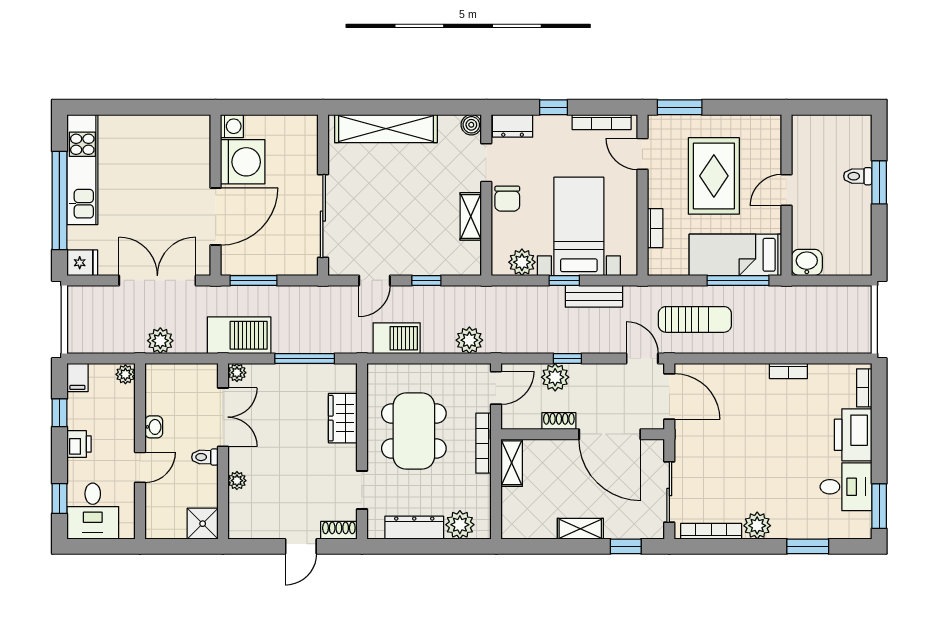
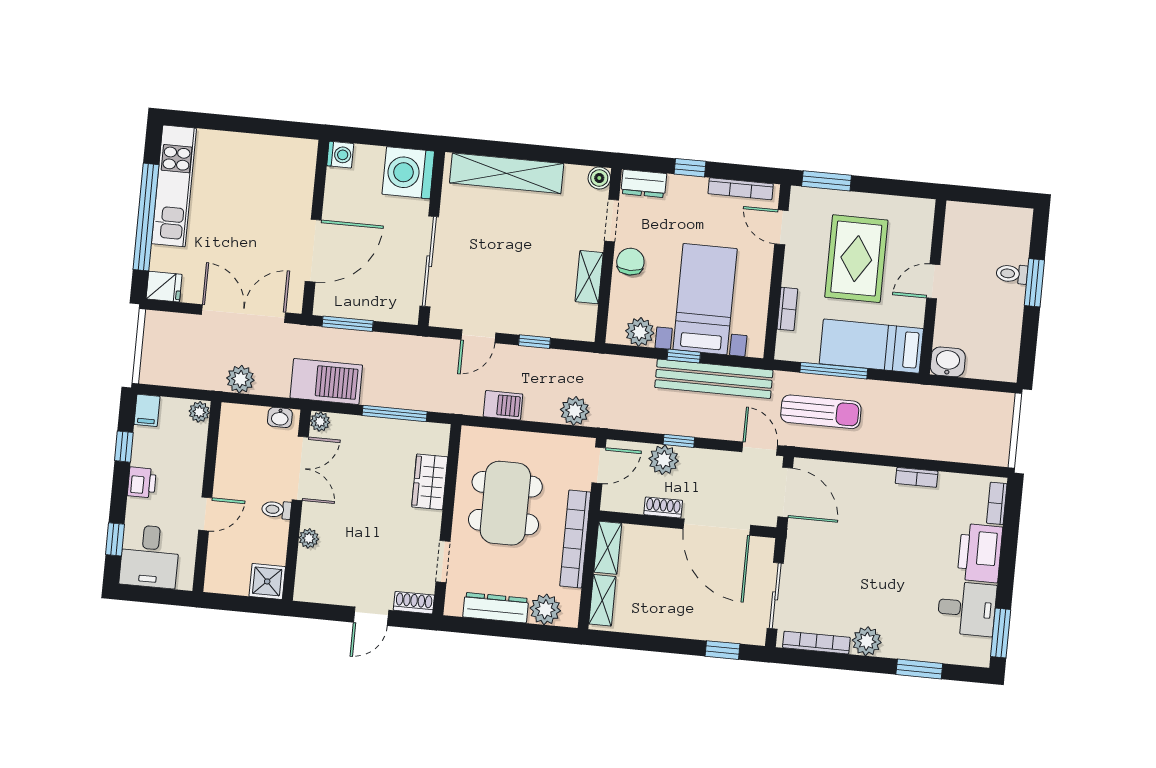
washing machine: (243, 162) -> (408, 173), moved, turned 180
chair: (507, 199) -> (630, 262), turned 180
window: (738, 280) -> (834, 371), moved
bench: (594, 296) -> (714, 379), width x1.86, depth x1.21
barbecue: (397, 338) -> (503, 405), width x0.73, depth x0.79
washbasin: (154, 427) -> (280, 417), moved, turned 90
bookcase: (484, 443) -> (575, 539), width x1.48, depth x1.31
shelving: (580, 529) -> (602, 600), moved, turned 90

